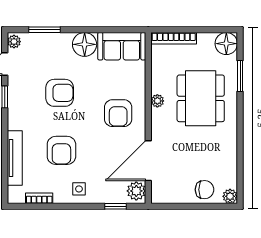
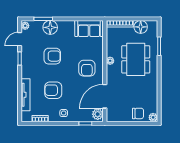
floor lamp: (85, 44) -> (50, 27), moved
floor lamp: (226, 44) -> (141, 27), moved
armchair: (61, 150) -> (53, 90), turned 90

